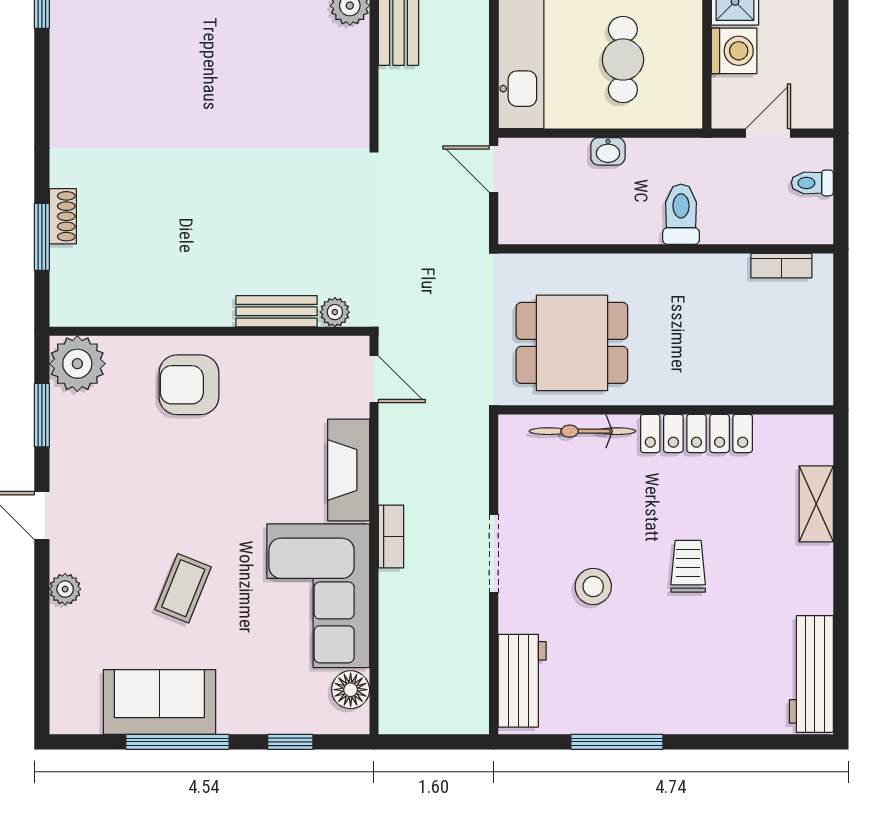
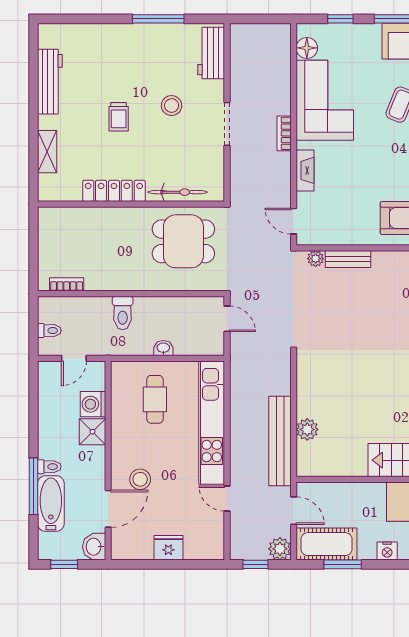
door: (494, 169) -> (227, 319), moved
fireplace: (349, 470) -> (305, 170), width x0.73, depth x0.76
workbench: (811, 674) -> (50, 82), moved

